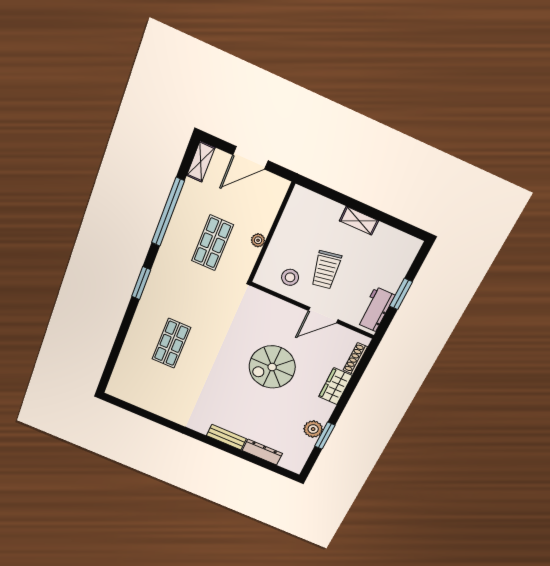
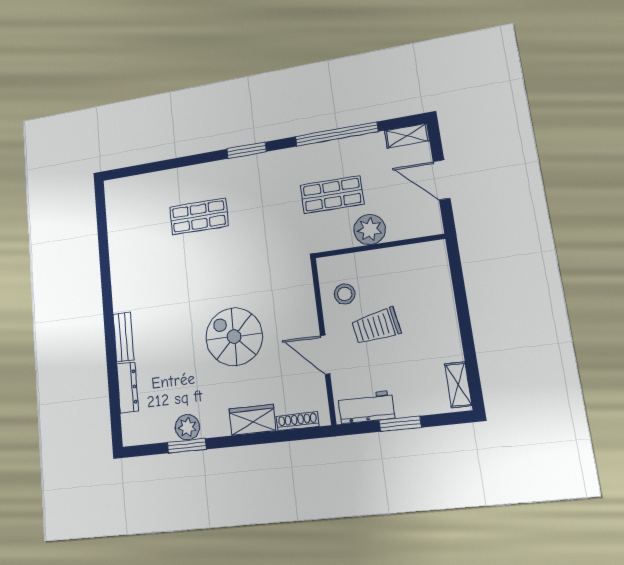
shelving: (359, 221) -> (458, 385), moved
plant: (258, 240) -> (370, 230), width x1.87, depth x1.87

